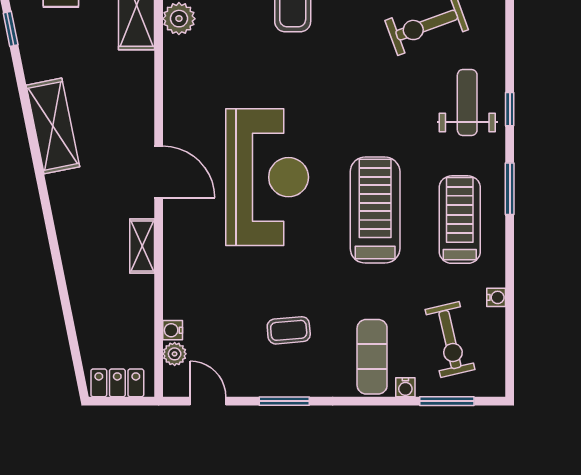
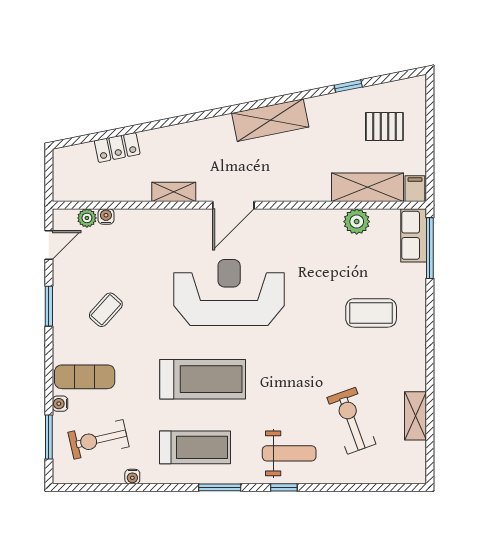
reception desk: (267, 177) -> (229, 292), turned 180
coffee table: (289, 330) -> (106, 310), turned 47
locker: (117, 383) -> (117, 147), moved, turned 79

